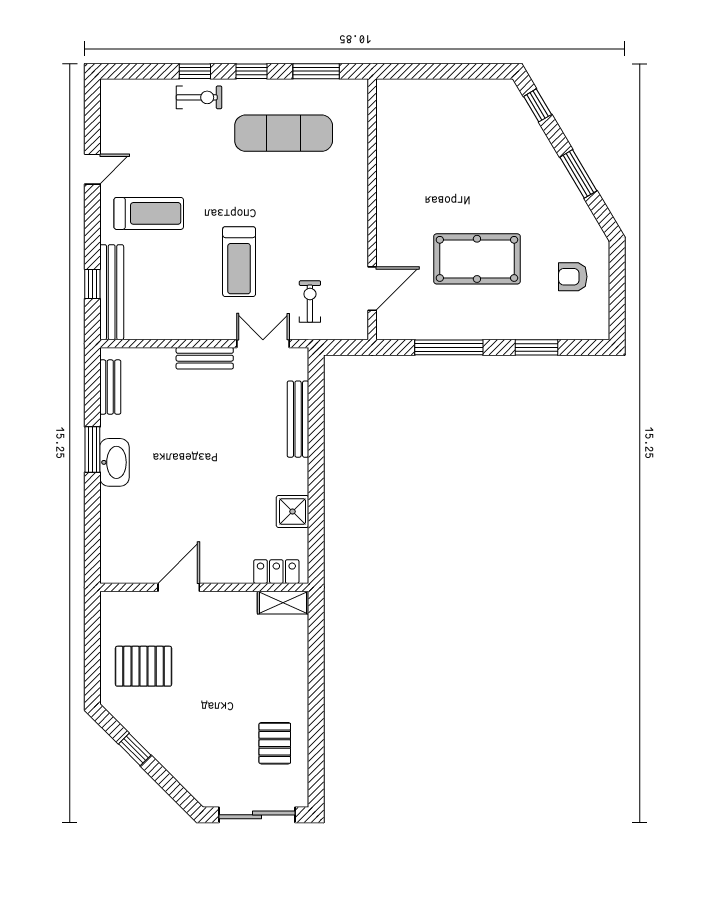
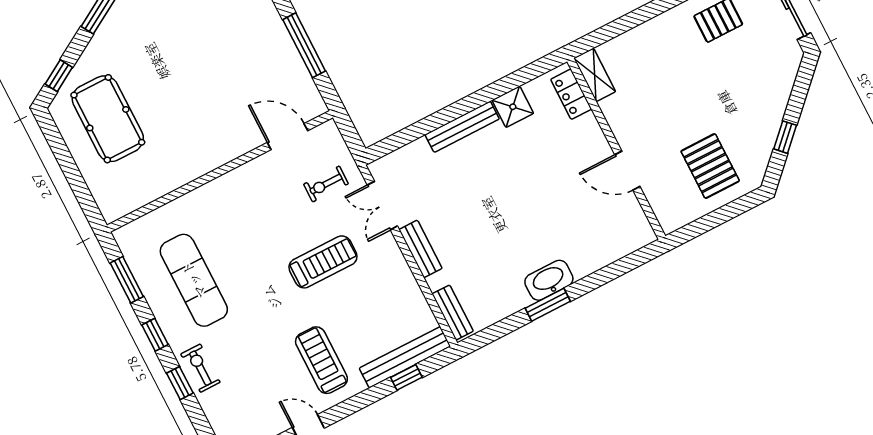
pool table: (477, 259) -> (108, 119), moved
bench: (110, 387) -> (453, 313), moved, turned 90
bench: (298, 419) -> (462, 127), moved

